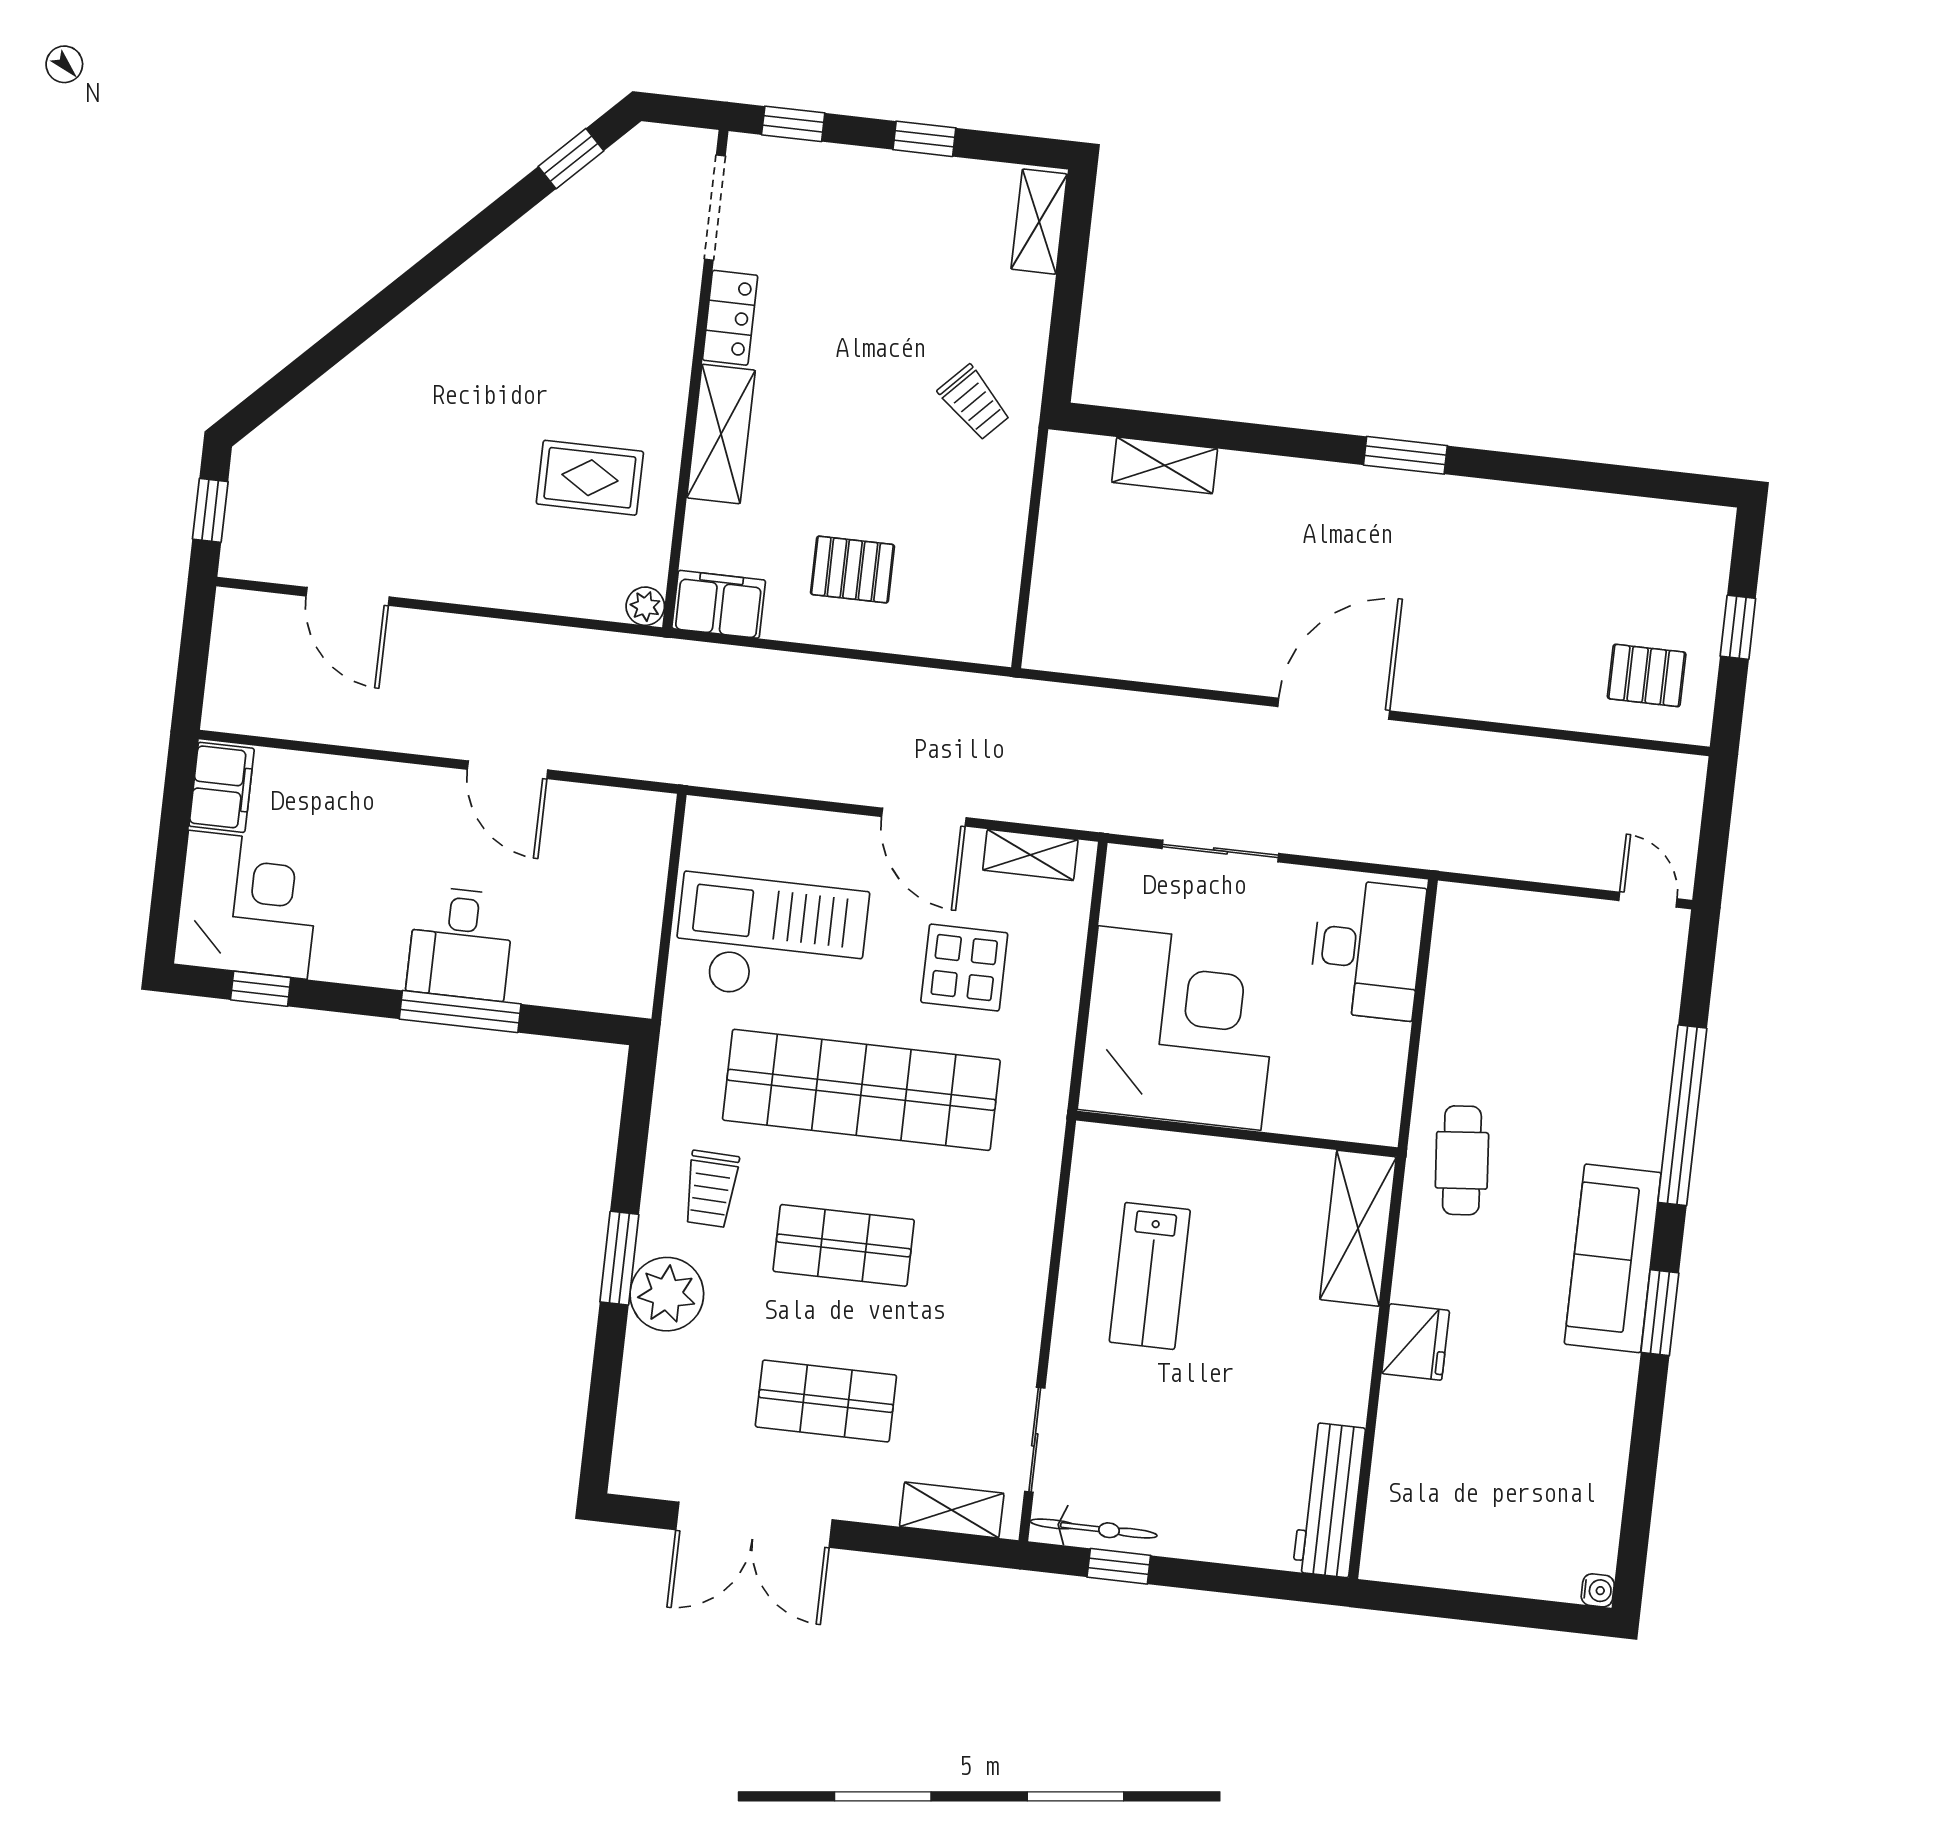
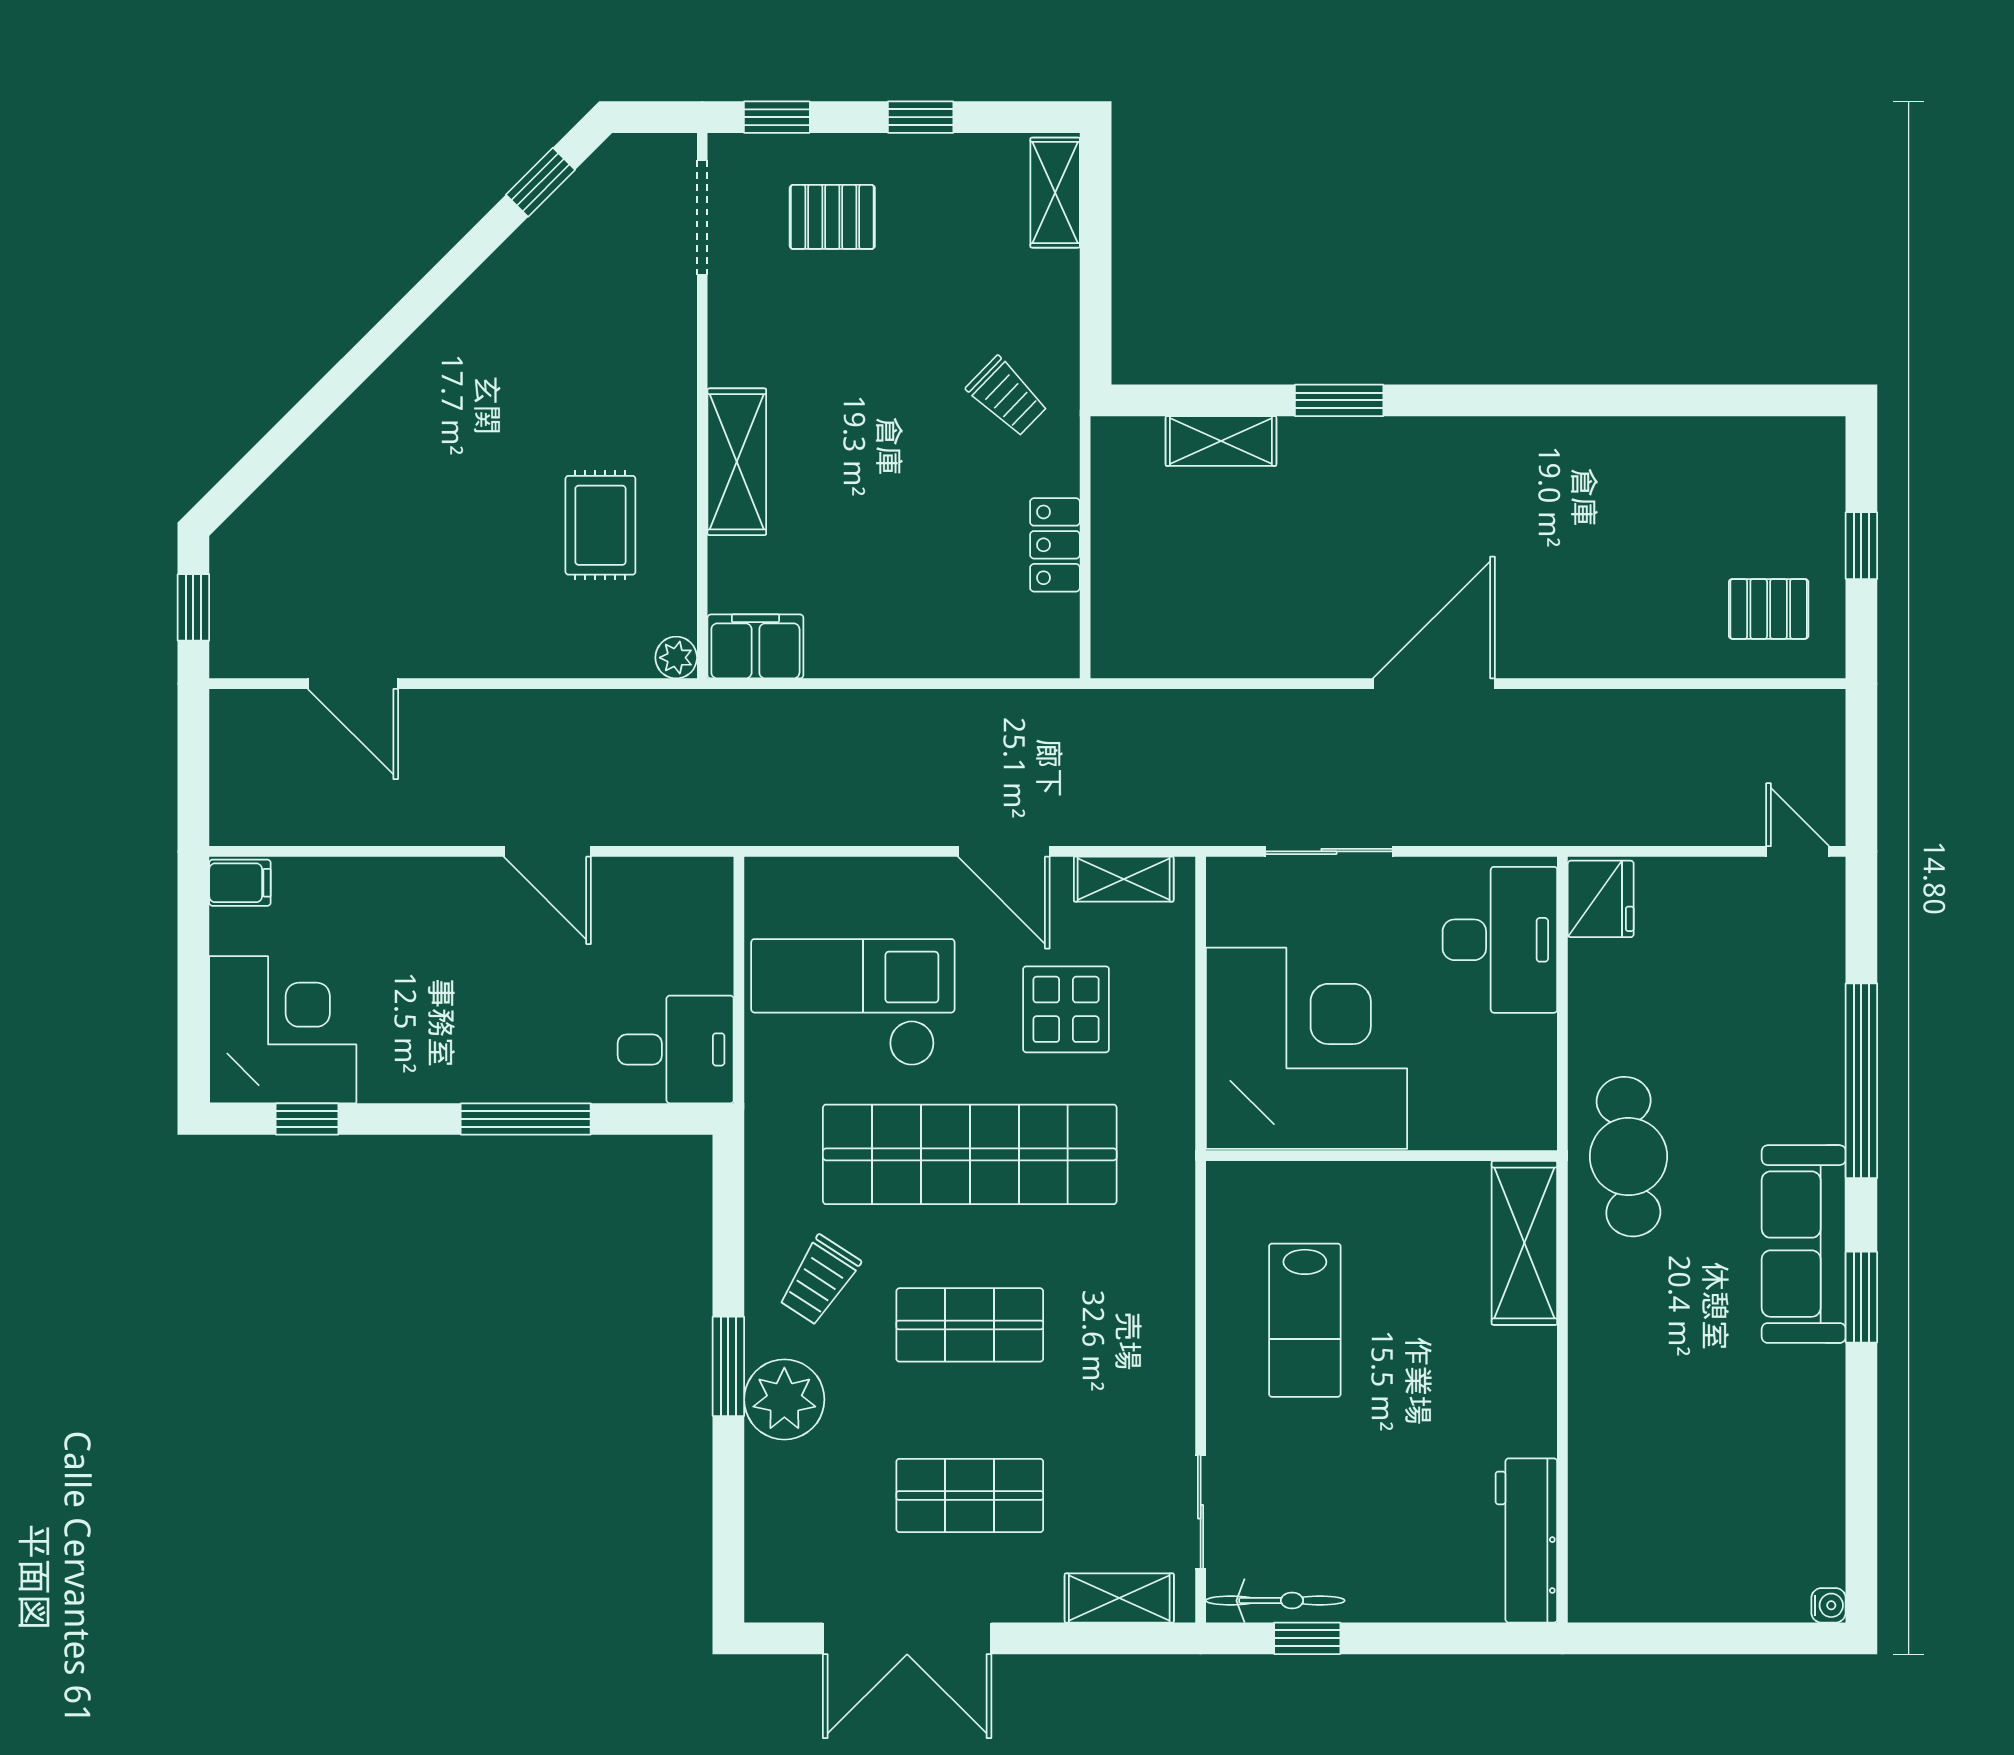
locker: (730, 318) -> (1055, 545), moved, turned 180
window: (1405, 455) -> (1339, 400), moved
rug: (590, 478) -> (600, 525), turned 90
pallet: (852, 570) -> (832, 217), moved
filing cabinet: (222, 787) -> (240, 883), width x0.50
desk: (460, 943) -> (676, 1049), moved, turned -90
cafe table: (1462, 1160) -> (1628, 1157), width x1.37, depth x1.35
trolley: (711, 1189) -> (819, 1280), turned 31
fridge: (1416, 1342) -> (1601, 899), moved

